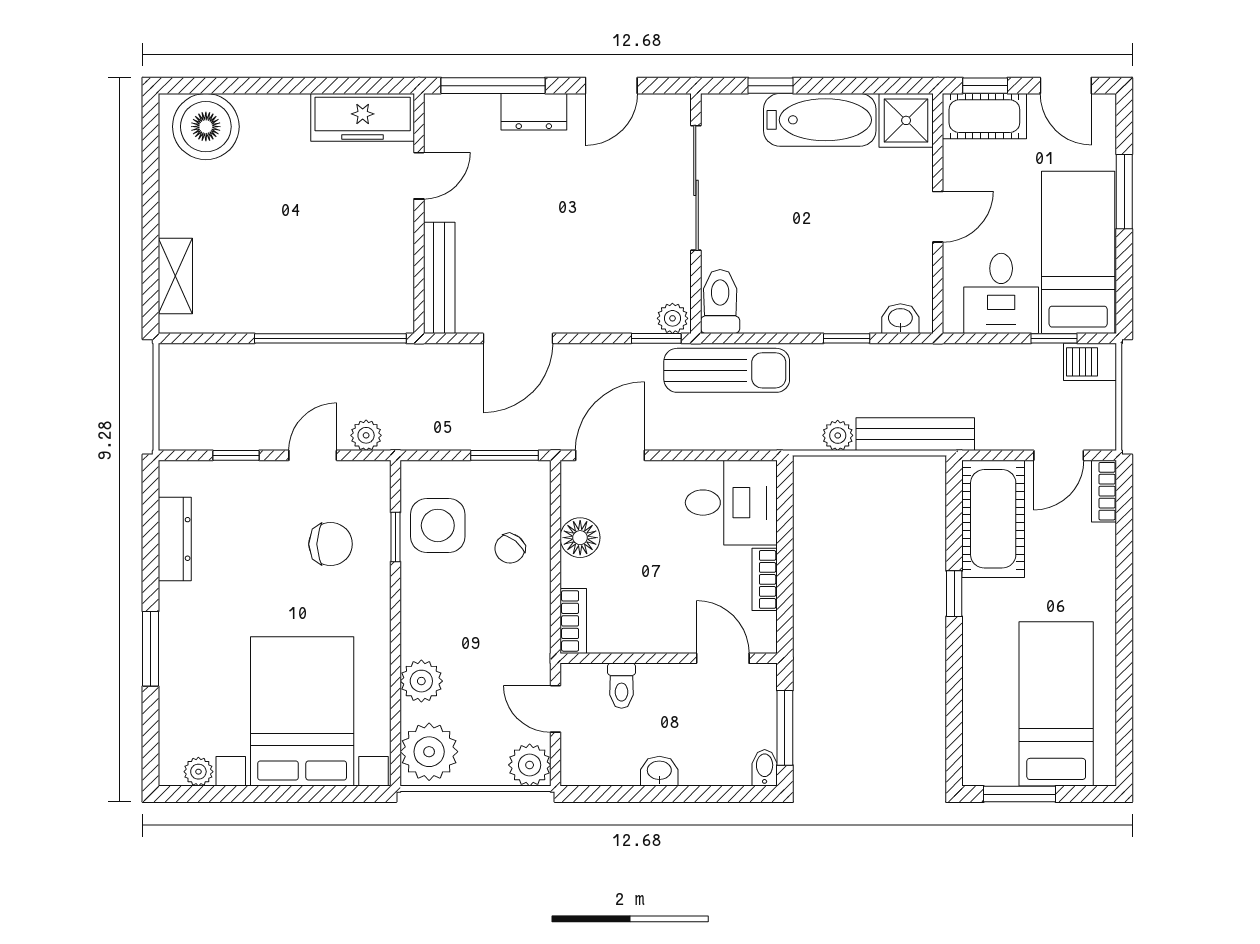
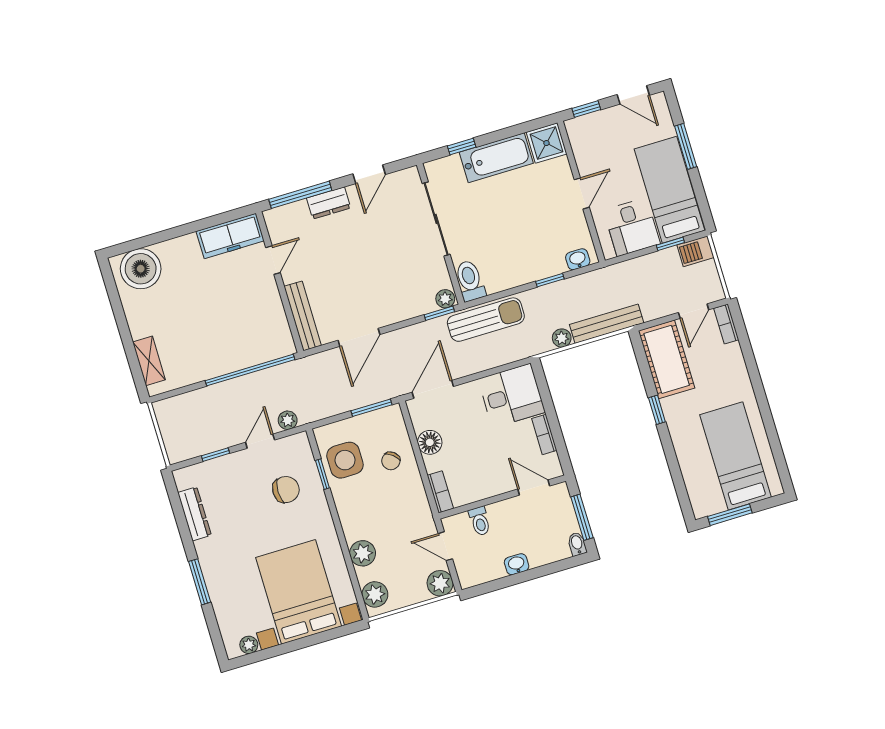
cot: (984, 116) -> (591, 127), removed
plant: (429, 752) -> (375, 594), width x0.73, depth x0.73

